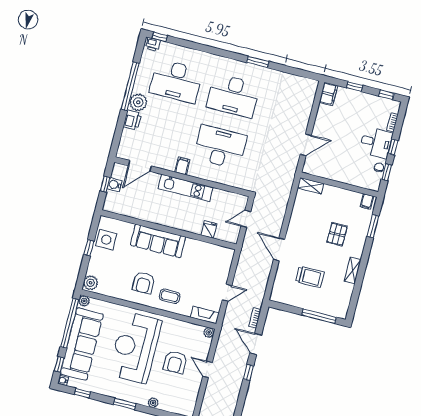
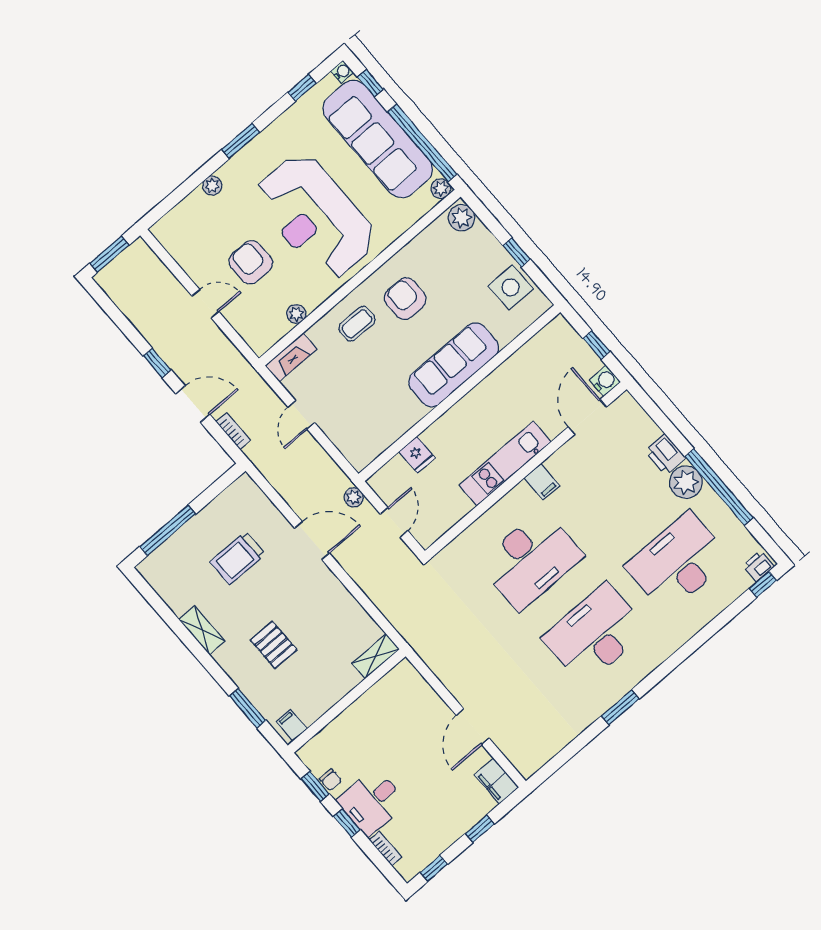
door: (306, 145) -> (473, 727), moved
water cooler: (114, 185) -> (605, 381), moved
plant: (247, 244) -> (354, 497), added
plant: (209, 332) -> (296, 314), moved
reception desk: (135, 348) -> (315, 217), turned 180

